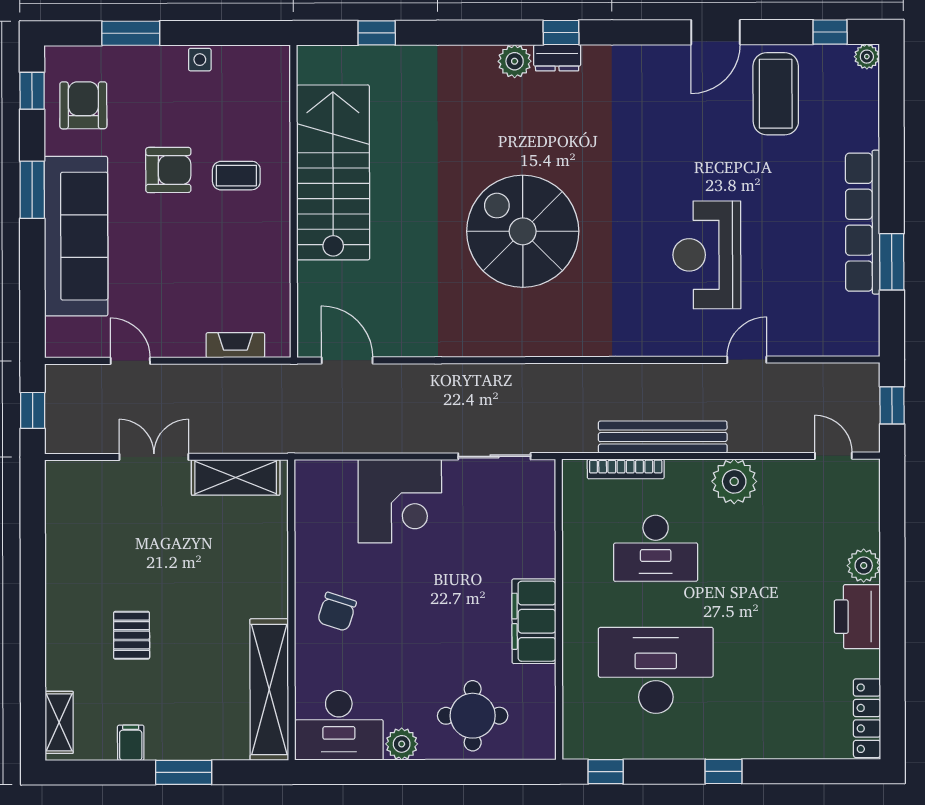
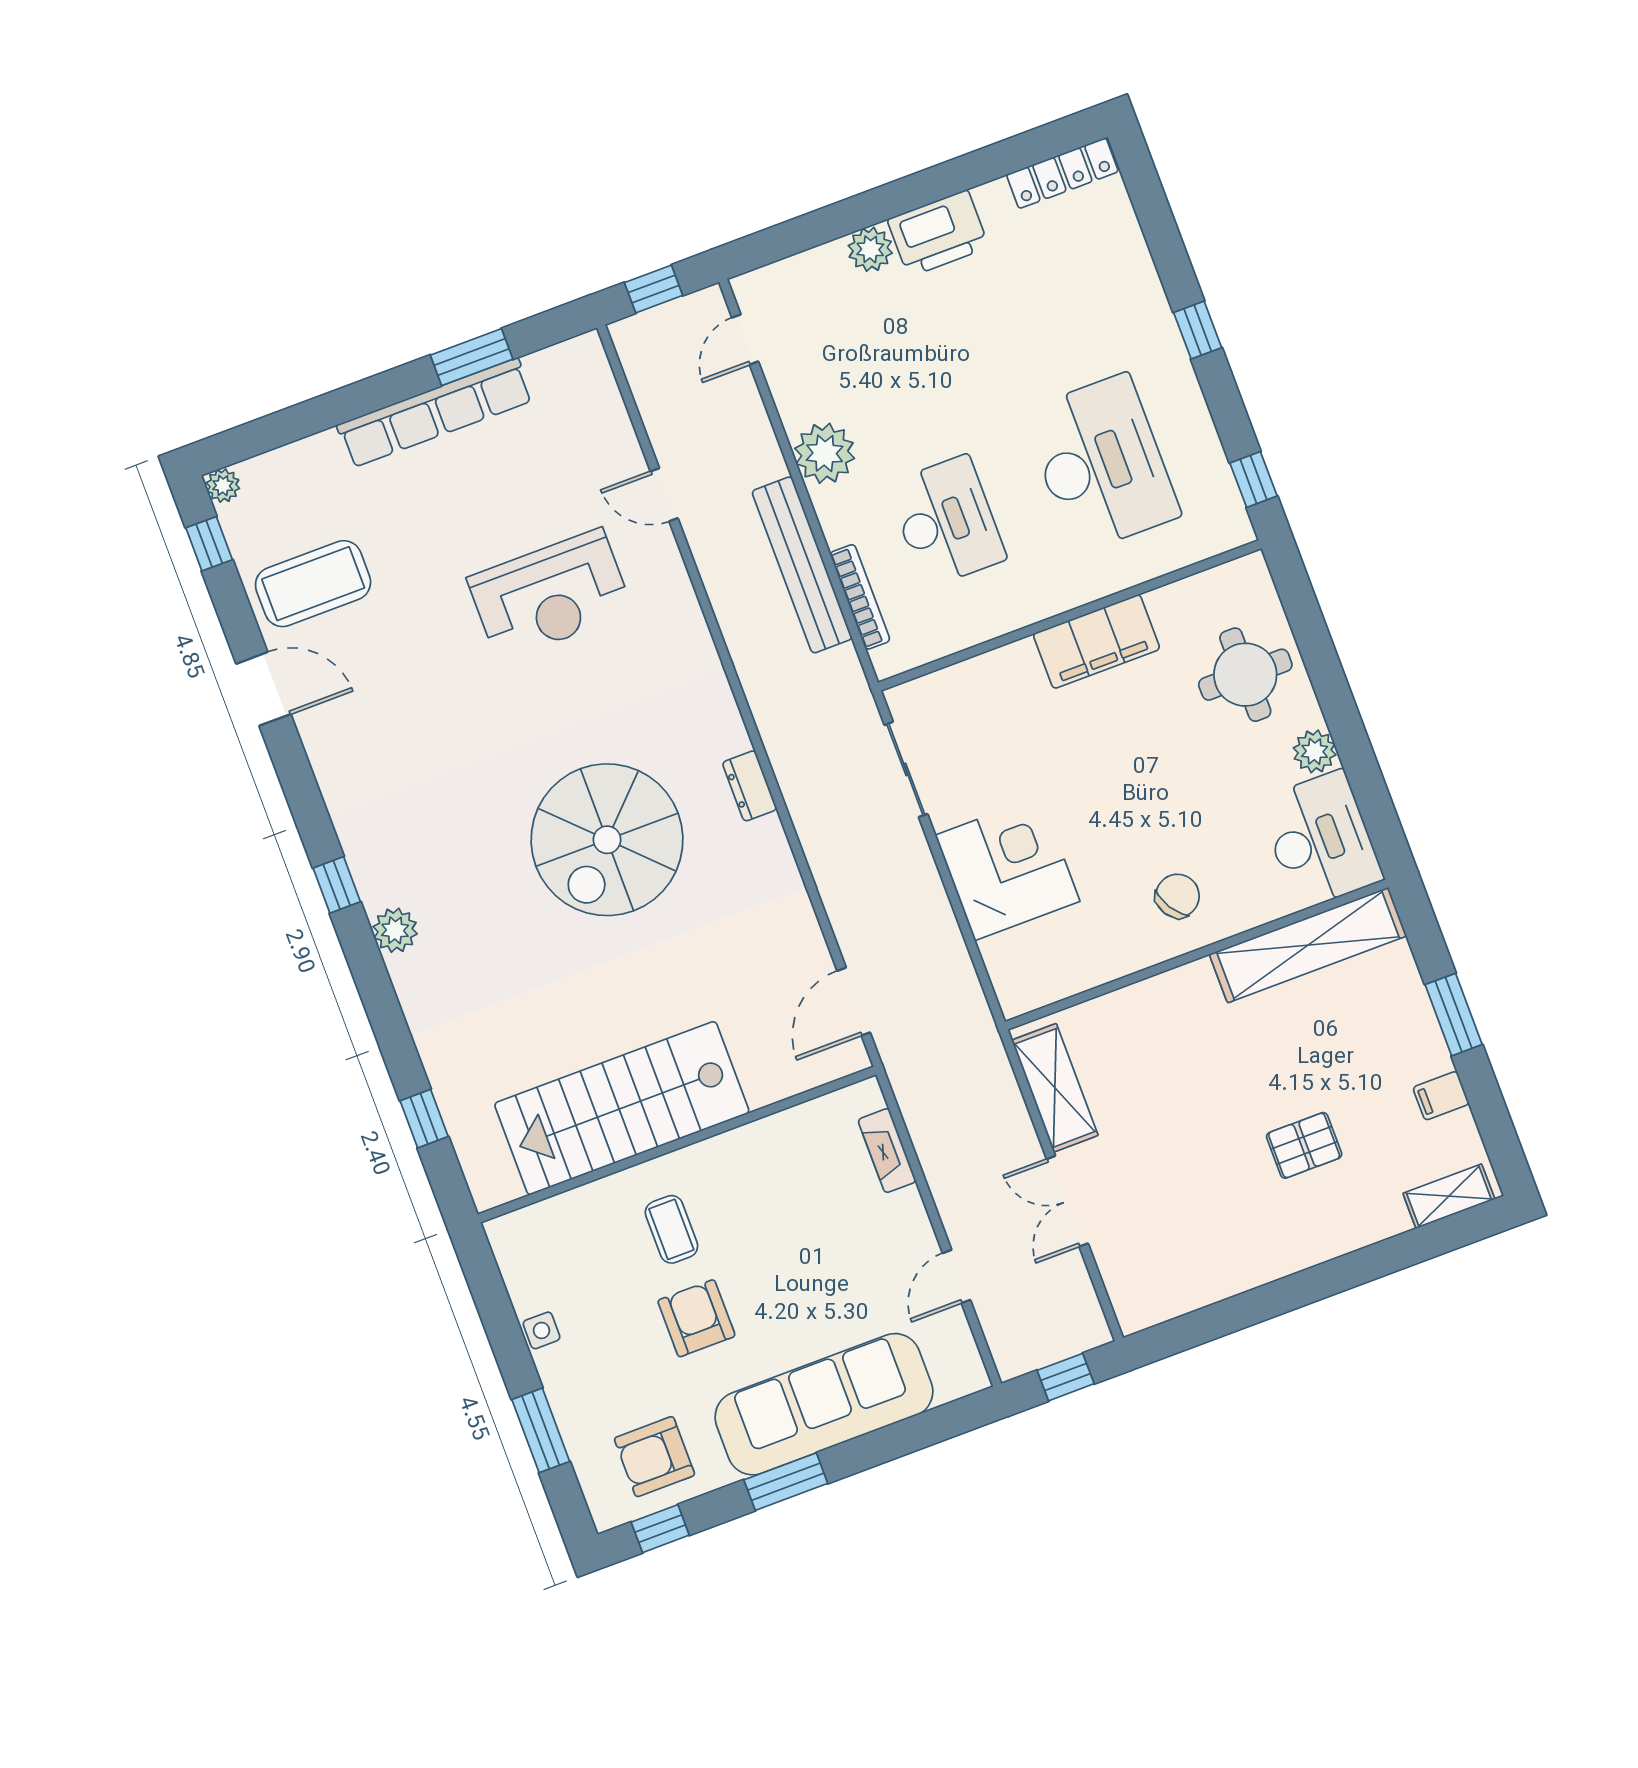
dresser: (557, 58) -> (750, 786), moved, turned 180
chair: (337, 612) -> (1177, 896), turned -50
desk: (656, 670) -> (1101, 464), turned 180

